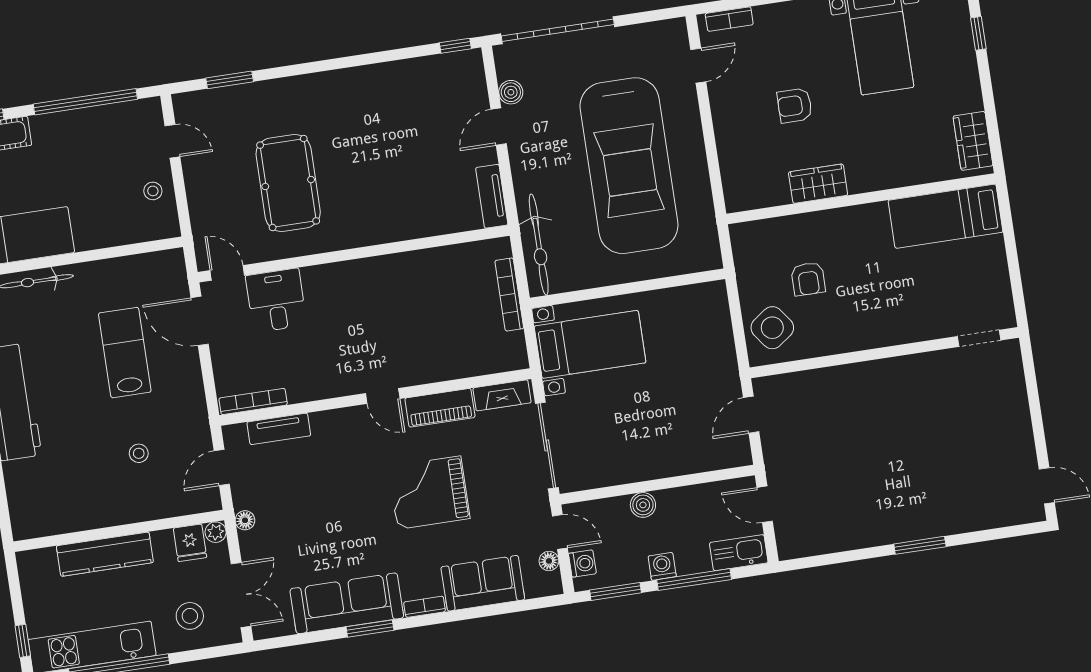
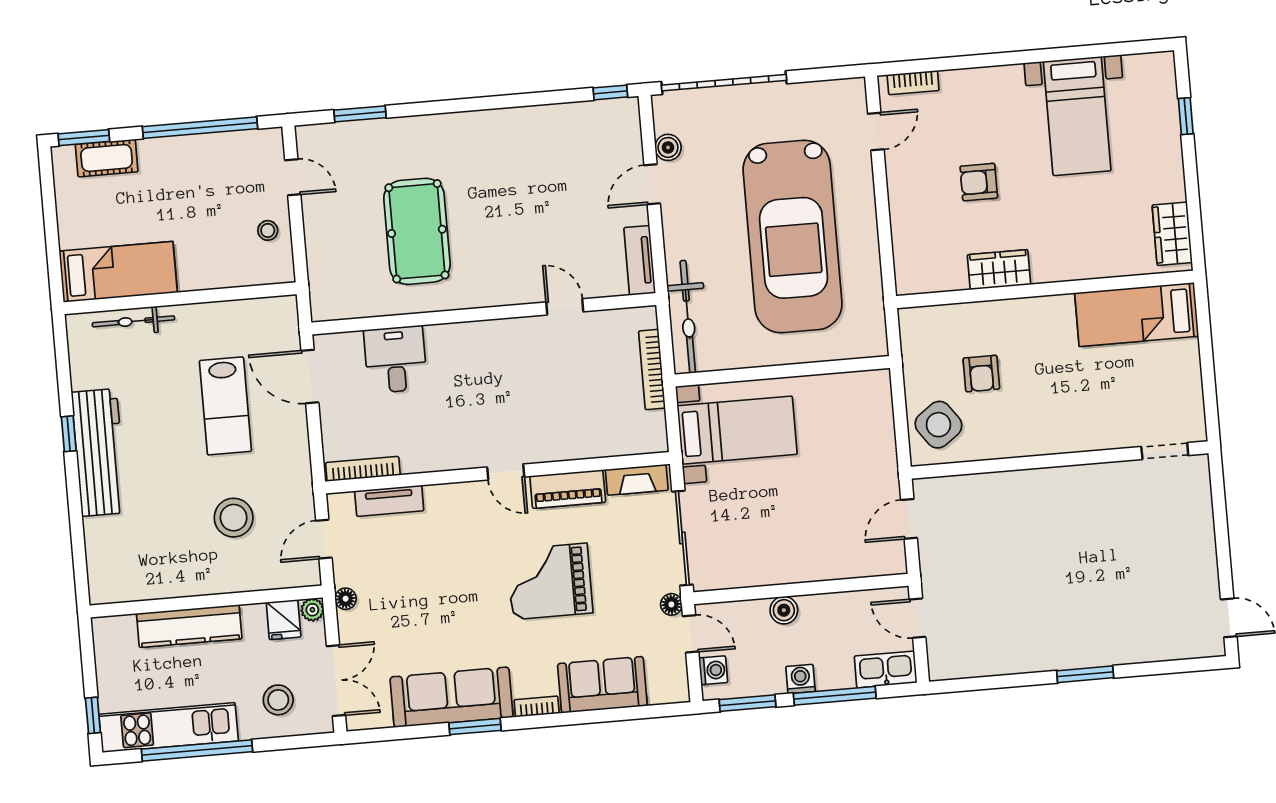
door: (227, 273) -> (565, 307), moved
lab bench: (125, 353) -> (225, 406), turned 180
stool: (139, 453) -> (234, 518), width x1.89, depth x1.89
floor lamp: (549, 561) -> (671, 604), moved

